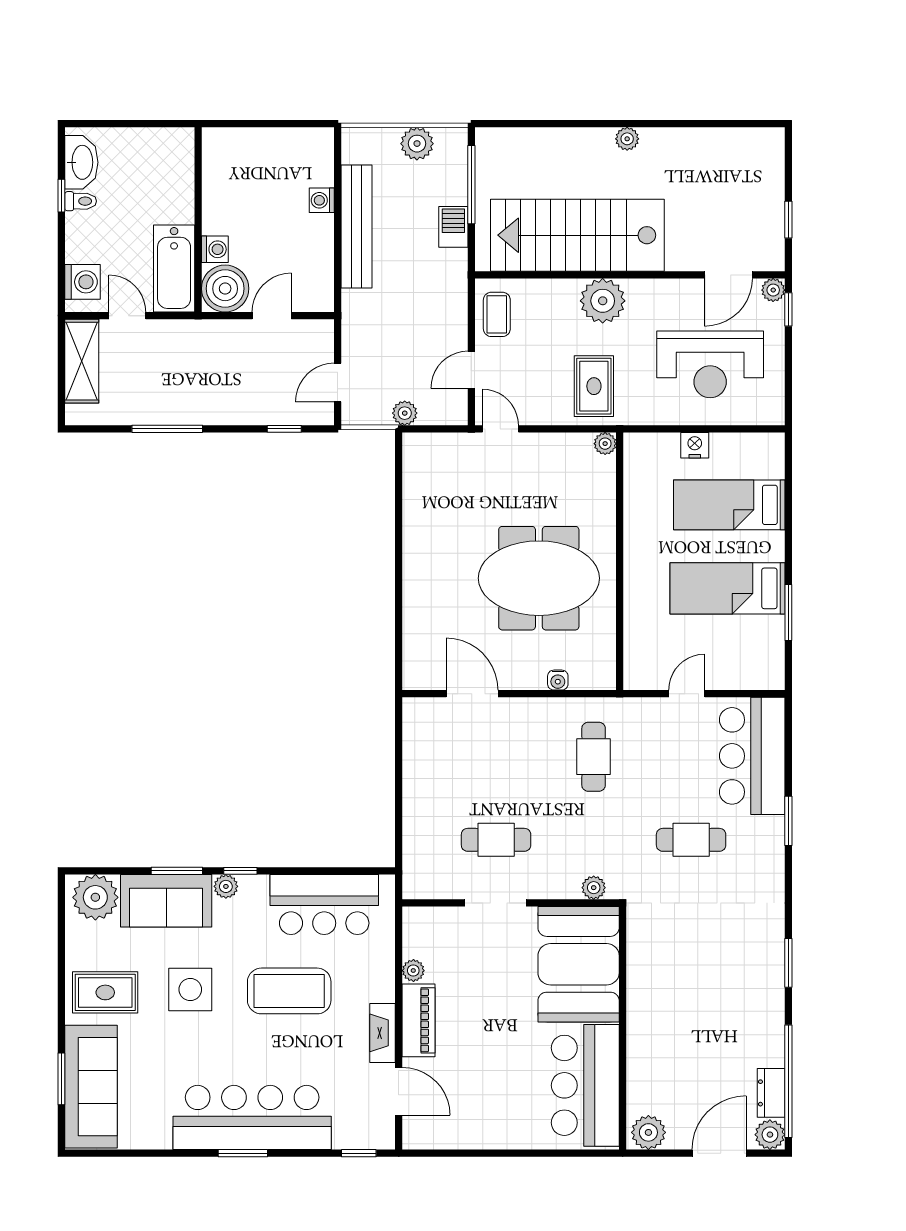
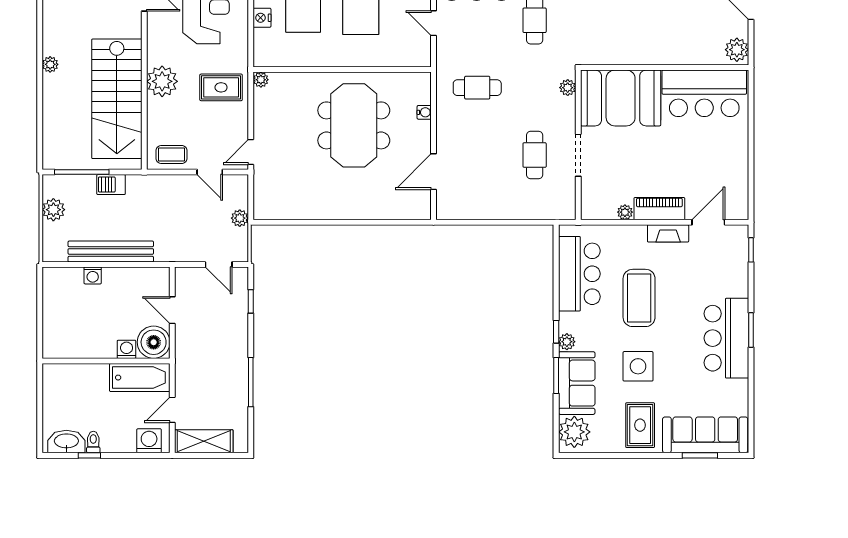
bar counter: (252, 1117) -> (726, 338), width x0.73

